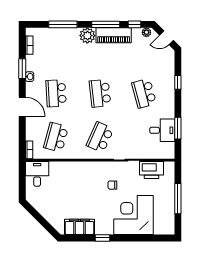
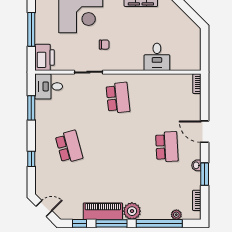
window: (63, 24) -> (159, 223), width x1.46
plant: (146, 32) -> (176, 215), moved
school desk: (100, 93) -> (118, 147), removed
desk: (162, 130) -> (49, 86), moved
school desk: (56, 137) -> (167, 98), removed
school desk: (100, 137) -> (118, 98), turned -30
printer: (151, 170) -> (45, 57), moved, turned 90
desk: (37, 174) -> (157, 57), moved

